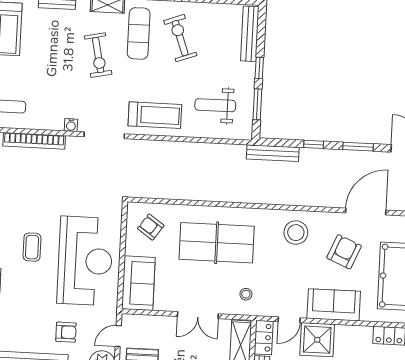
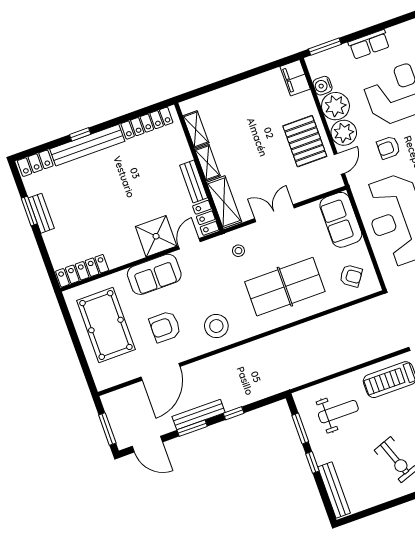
bench: (273, 153) -> (199, 414), moved
armchair: (344, 252) -> (165, 327), turned 67

